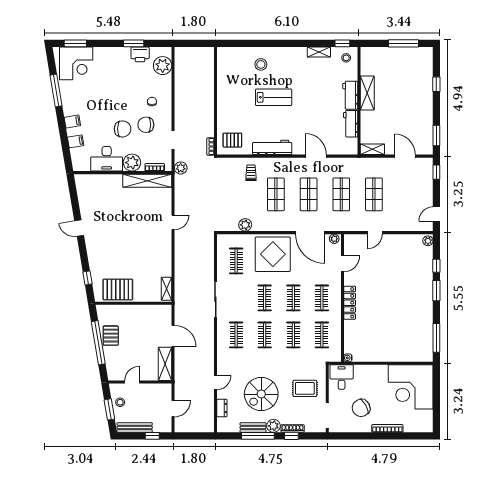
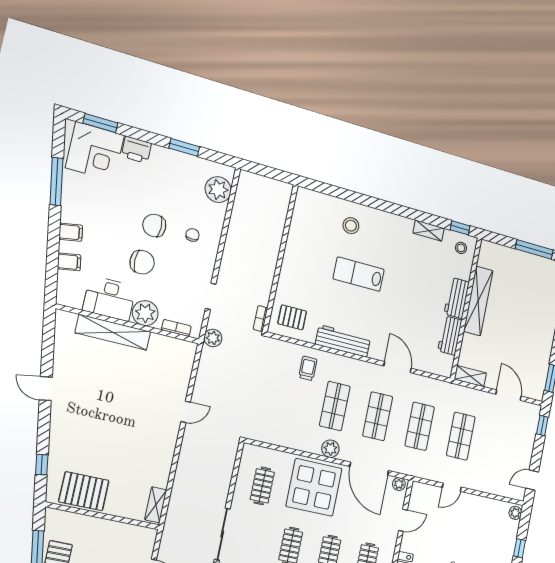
printer: (140, 54) -> (136, 150), moved
shelving: (367, 93) -> (478, 301), width x1.47
lab bench: (274, 97) -> (359, 274), turned 180
chair: (146, 125) -> (154, 226), moved
shelving: (147, 181) -> (113, 332), moved
plant: (245, 225) -> (330, 449), moved

